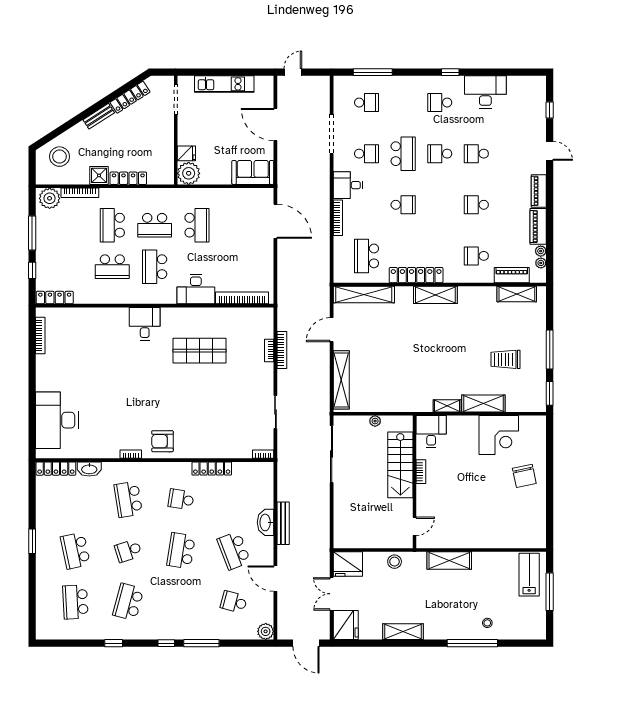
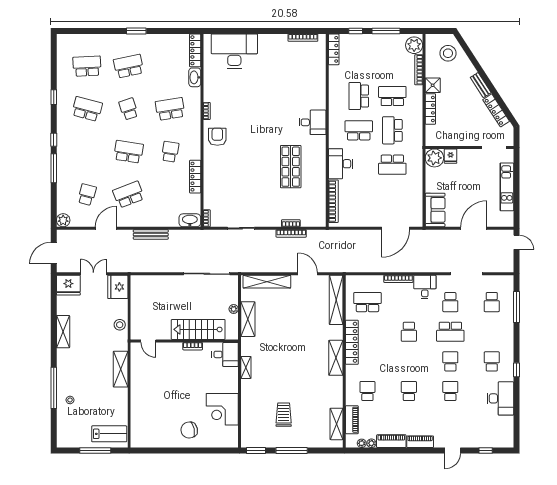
shelving: (483, 403) -> (248, 319), moved
washbasin: (266, 522) -> (190, 220), moved

